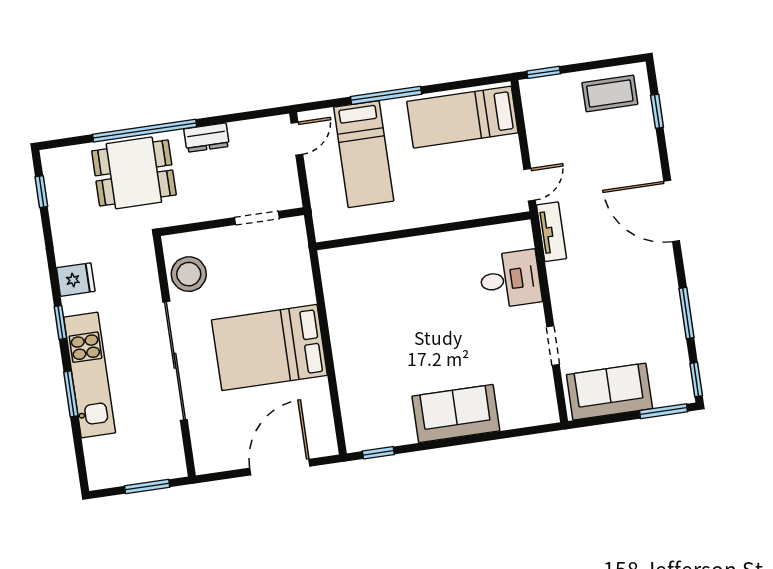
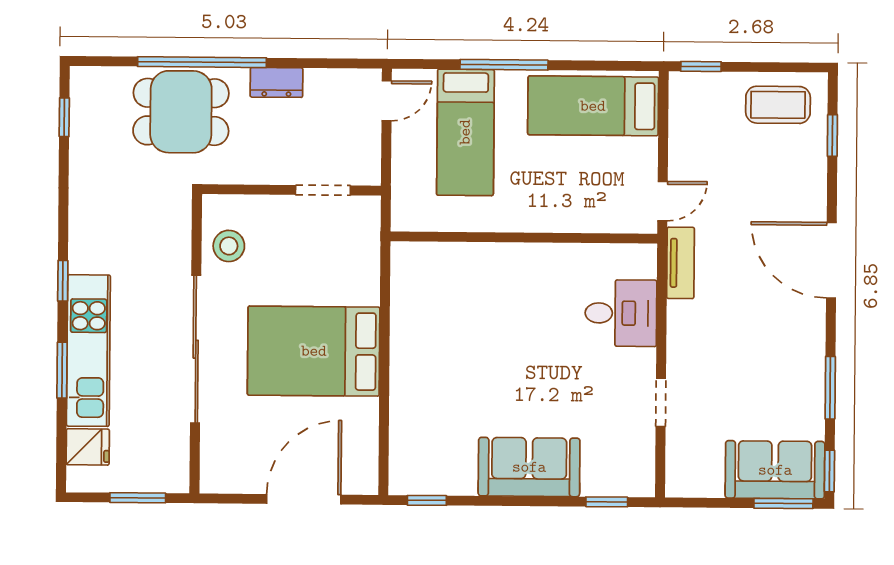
stool: (189, 274) -> (229, 246), width x0.73, depth x0.73
fridge: (76, 280) -> (88, 447), moved
sofa: (609, 392) -> (775, 470), moved
window: (522, 432) -> (607, 502), added

